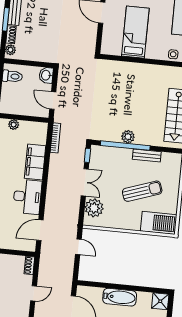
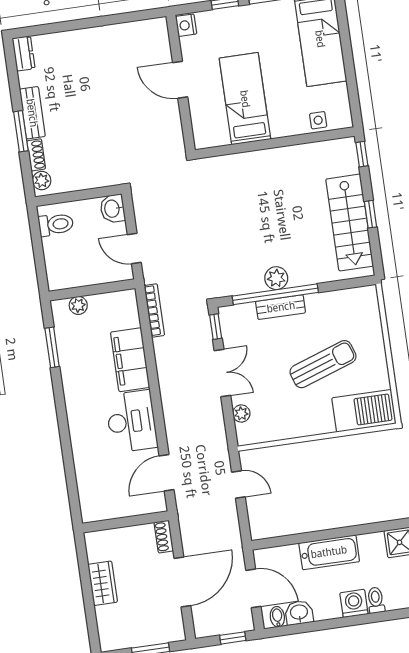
bench: (147, 156) -> (281, 307), moved
plant: (94, 208) -> (241, 414), width x0.53, depth x0.53
door: (34, 293) -> (182, 582), width x1.88

